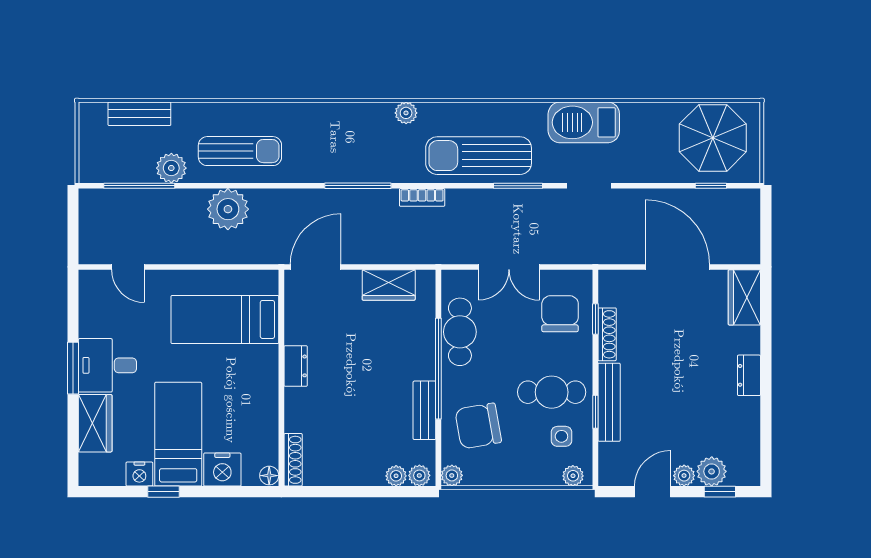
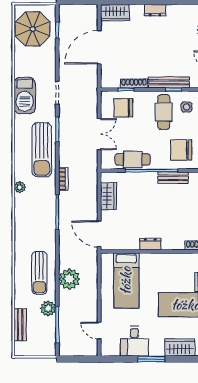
sun lounger: (240, 151) -> (39, 273), turned 180
door: (128, 267) -> (99, 331), swing flipped
desk: (107, 365) -> (134, 341), moved
chair: (478, 426) -> (181, 150), turned 100

